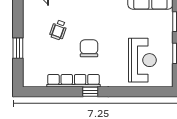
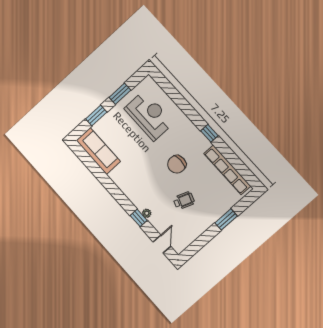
reception desk: (142, 60) -> (149, 116), turned 90
row of seats: (73, 81) -> (227, 170), moved

